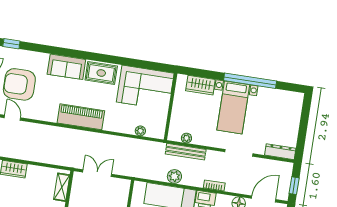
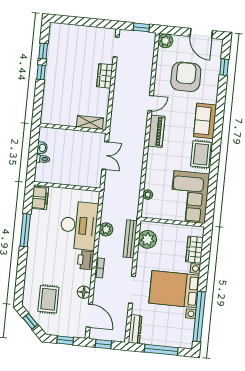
window: (250, 81) -> (199, 317), moved
bed with nightstands: (233, 107) -> (174, 289), width x1.36
piano: (81, 117) -> (156, 131), width x0.73, depth x0.75
door: (12, 118) -> (151, 103), moved
window: (303, 126) -> (161, 350), added
plant: (186, 138) -> (147, 239), width x1.88, depth x1.88

